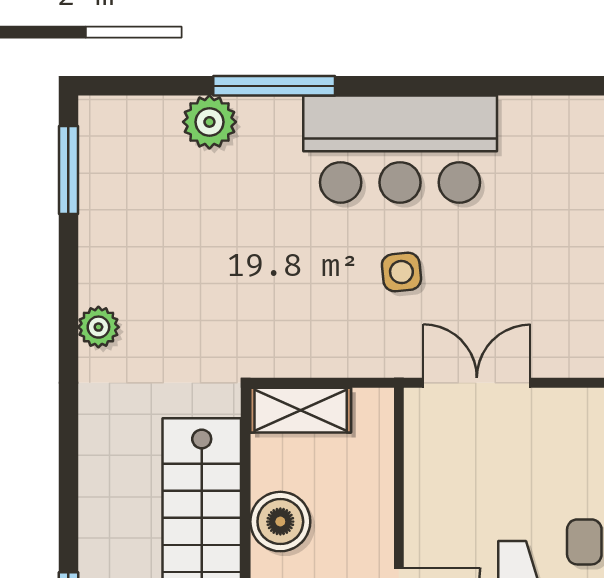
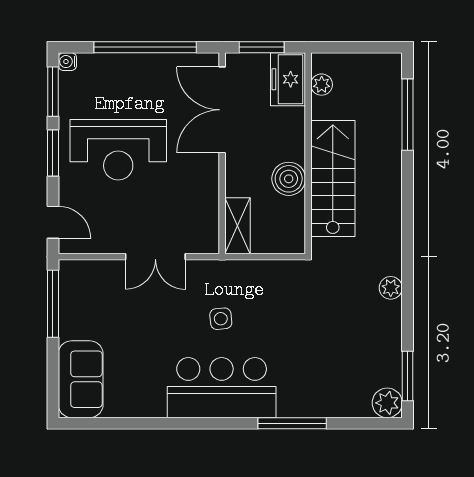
plant: (209, 122) -> (387, 403), moved
double door: (477, 383) -> (155, 257), moved
shelving: (301, 410) -> (238, 226), moved, turned 90

